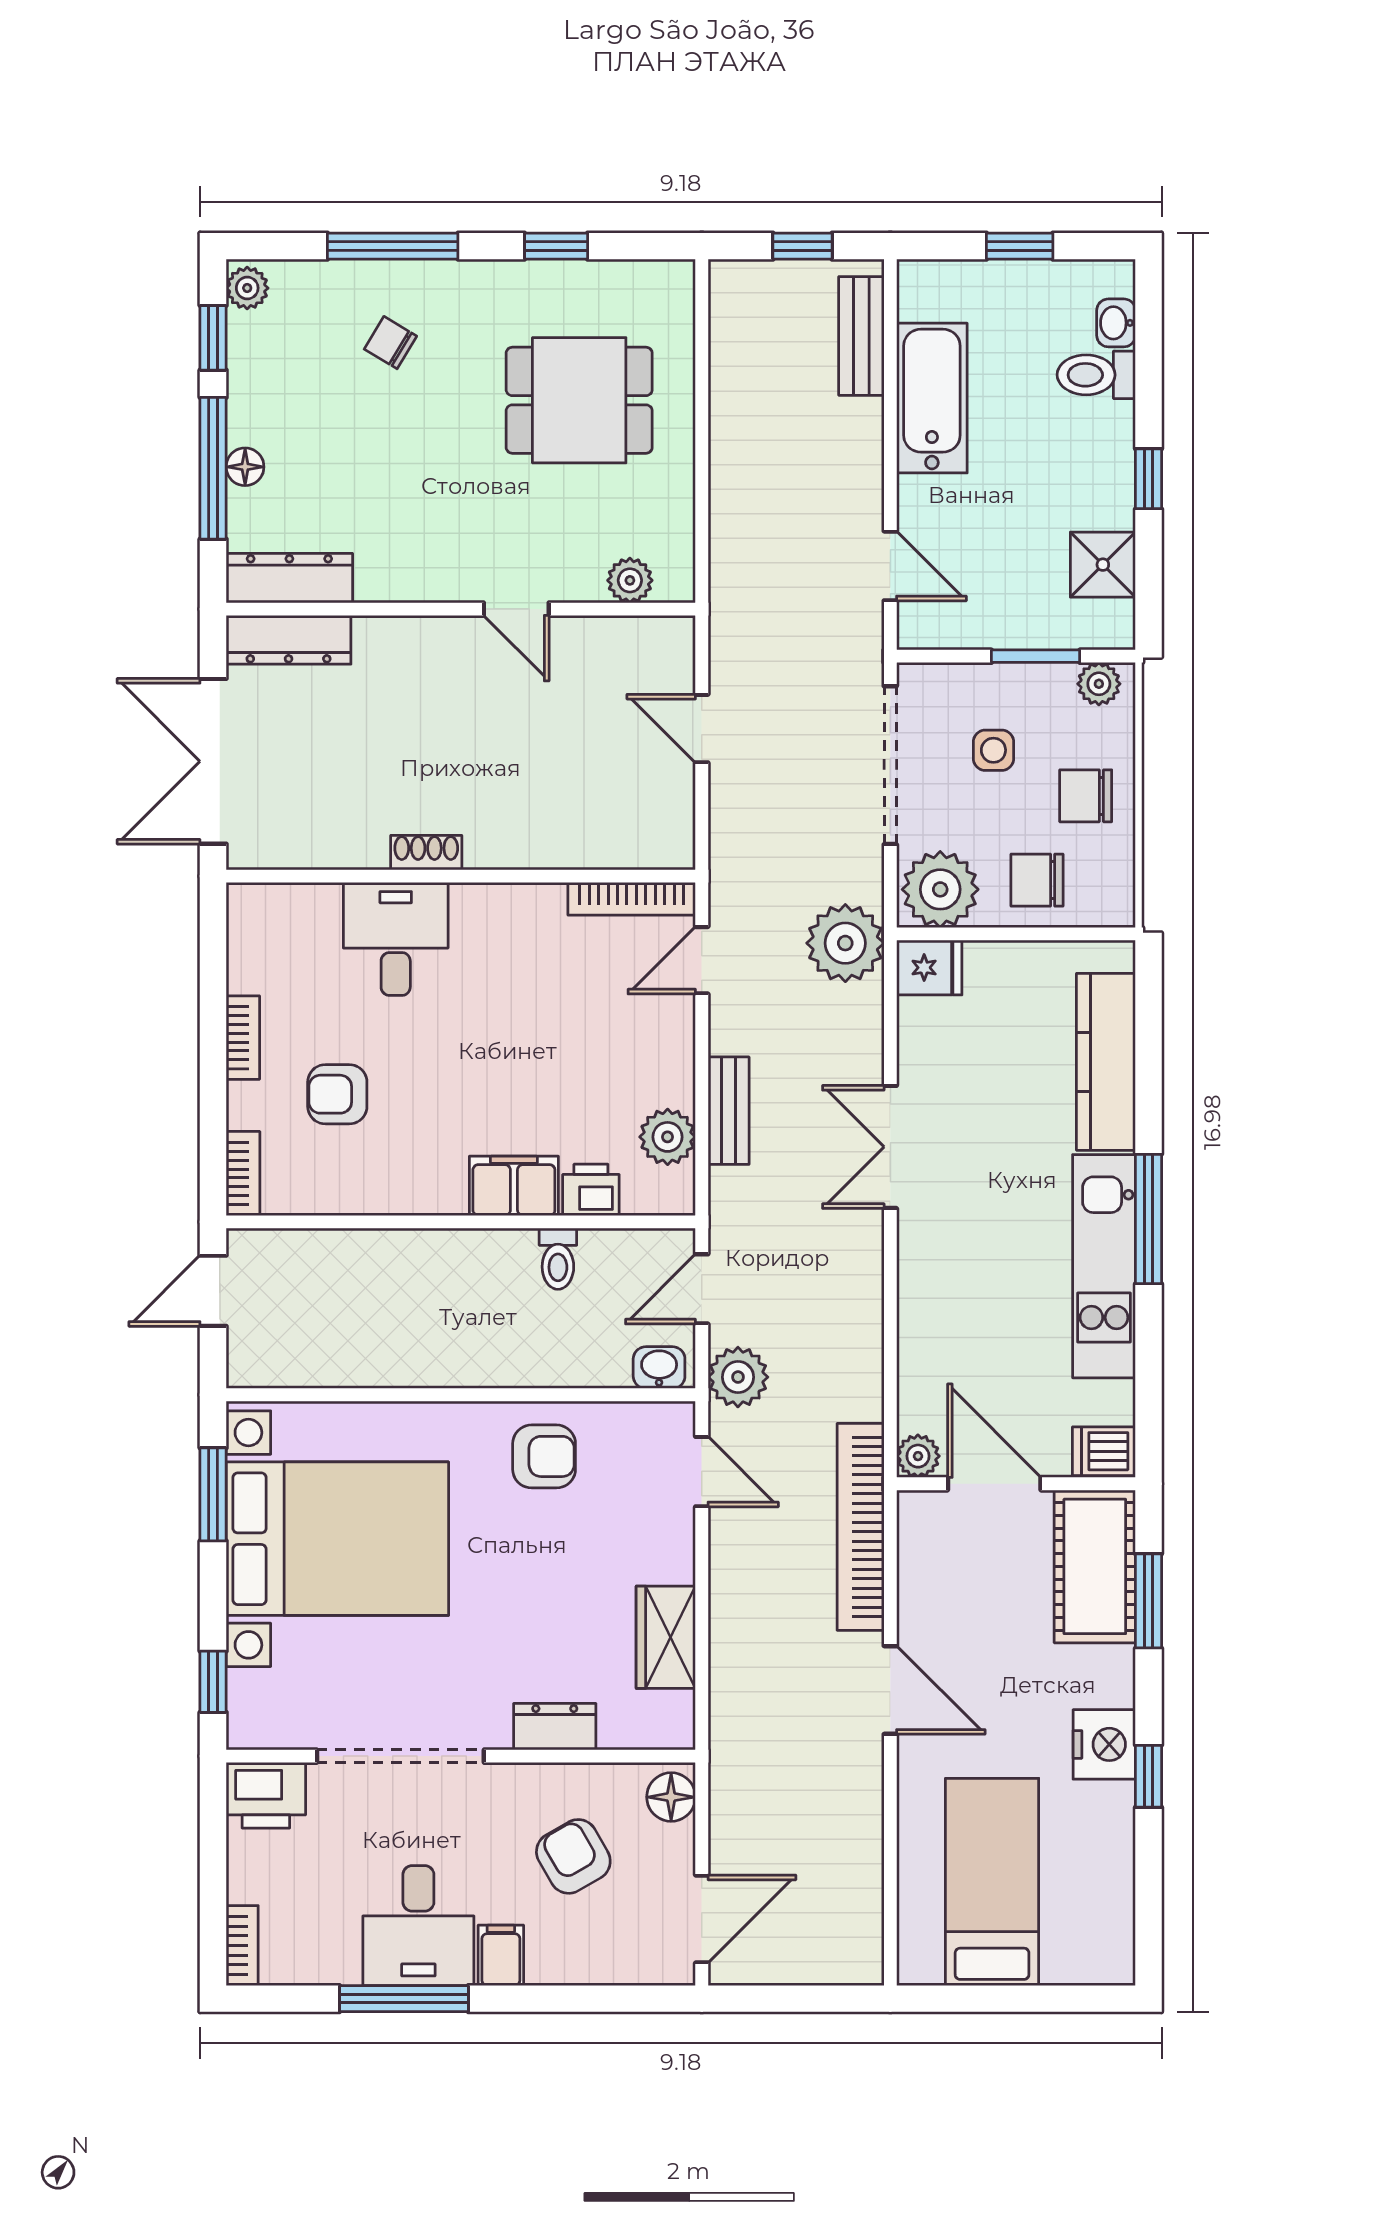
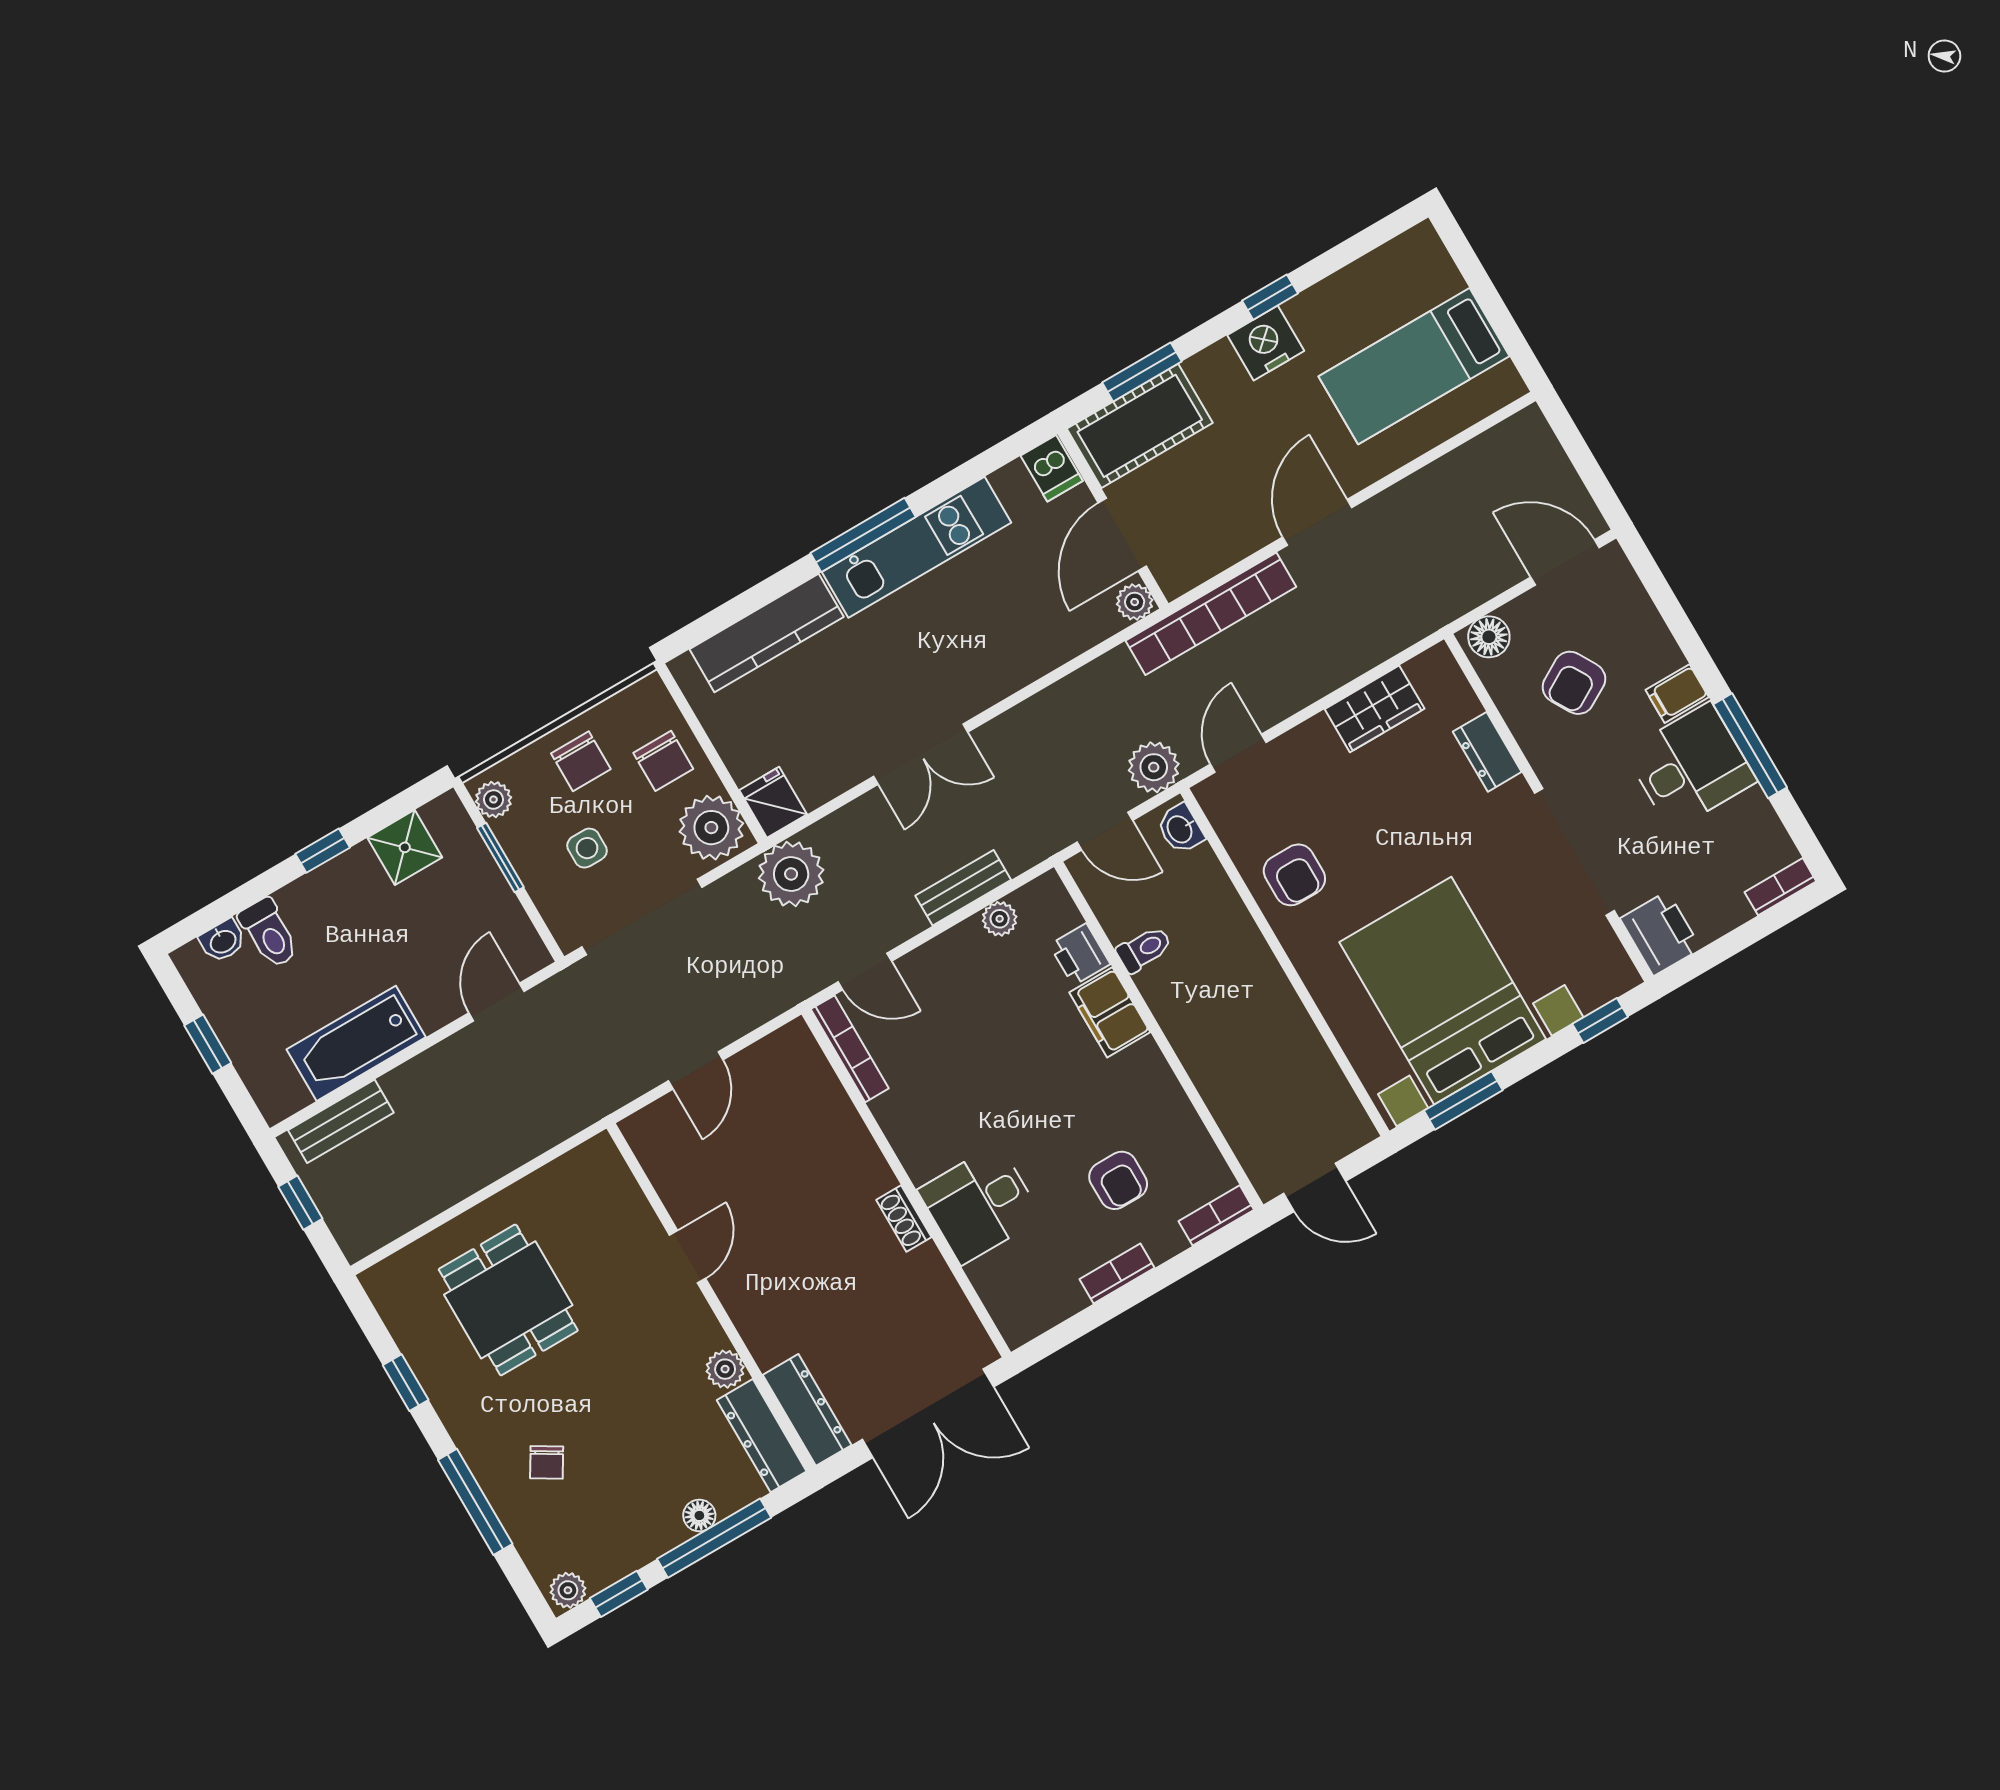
plant: (630, 580) -> (725, 1369), moved
plant: (668, 1137) -> (1000, 919), width x0.73, depth x0.73
armchair: (544, 1456) -> (1294, 875), turned 180

